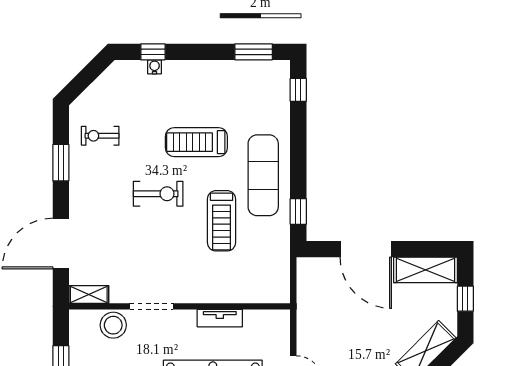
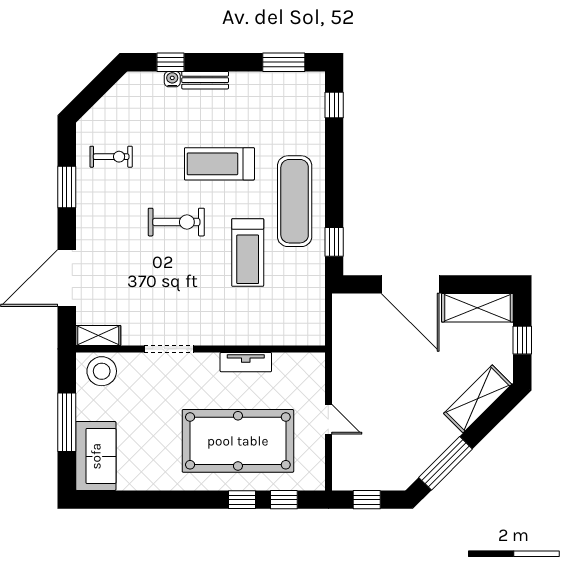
bench: (184, 68) -> (205, 80), added
exercise bike: (100, 136) -> (111, 157), turned 180
stool: (113, 325) -> (102, 371), moved

